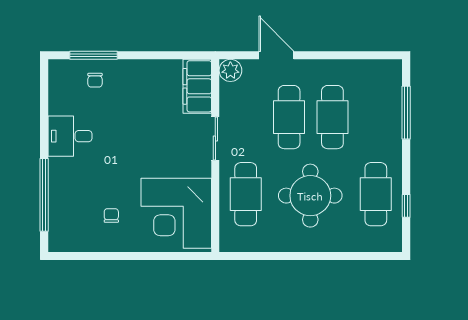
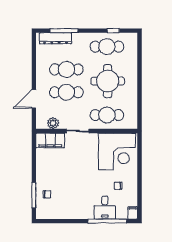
plant: (230, 70) -> (53, 123), moved
dresser: (391, 96) -> (55, 38), added
desk: (70, 136) -> (105, 208), moved
filing cabinet: (60, 243) -> (133, 213), added

